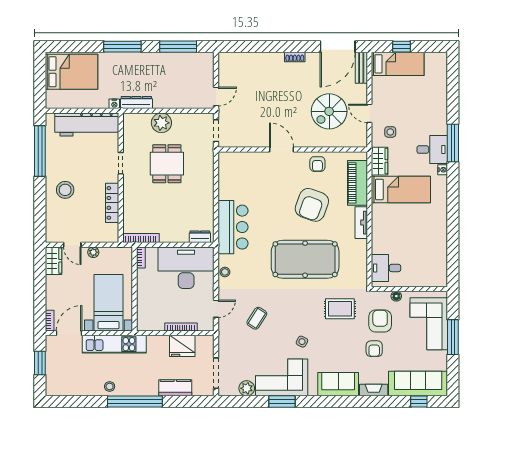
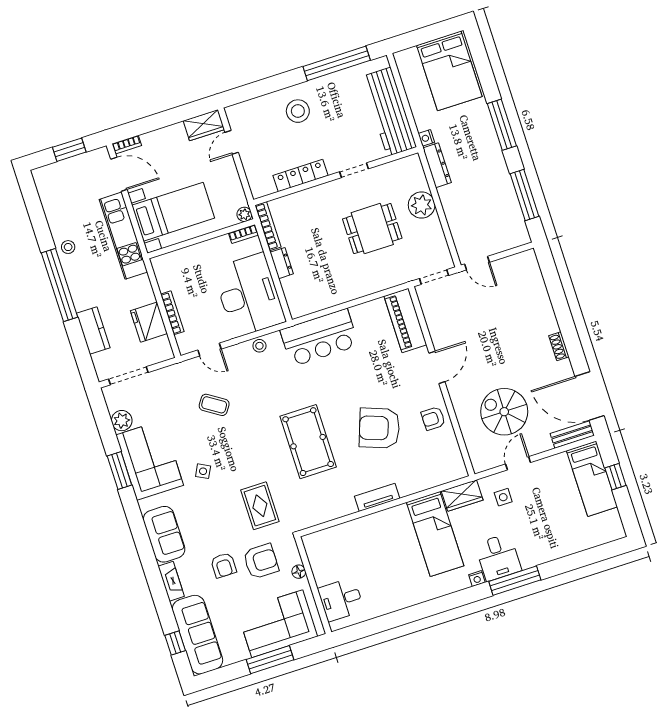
piano: (357, 183) -> (405, 320), moved, turned -90
dresser: (200, 237) -> (282, 263), moved
plant: (93, 252) -> (244, 214), moved
pool table: (305, 259) -> (308, 442), width x0.73, depth x0.76
desk: (386, 268) -> (341, 599), moved, turned -90
armchair: (374, 349) -> (223, 565), turned -90

